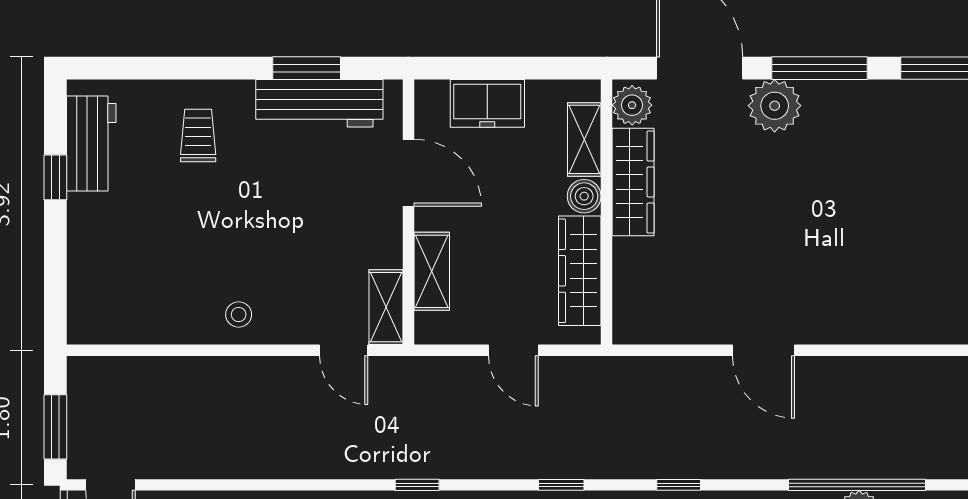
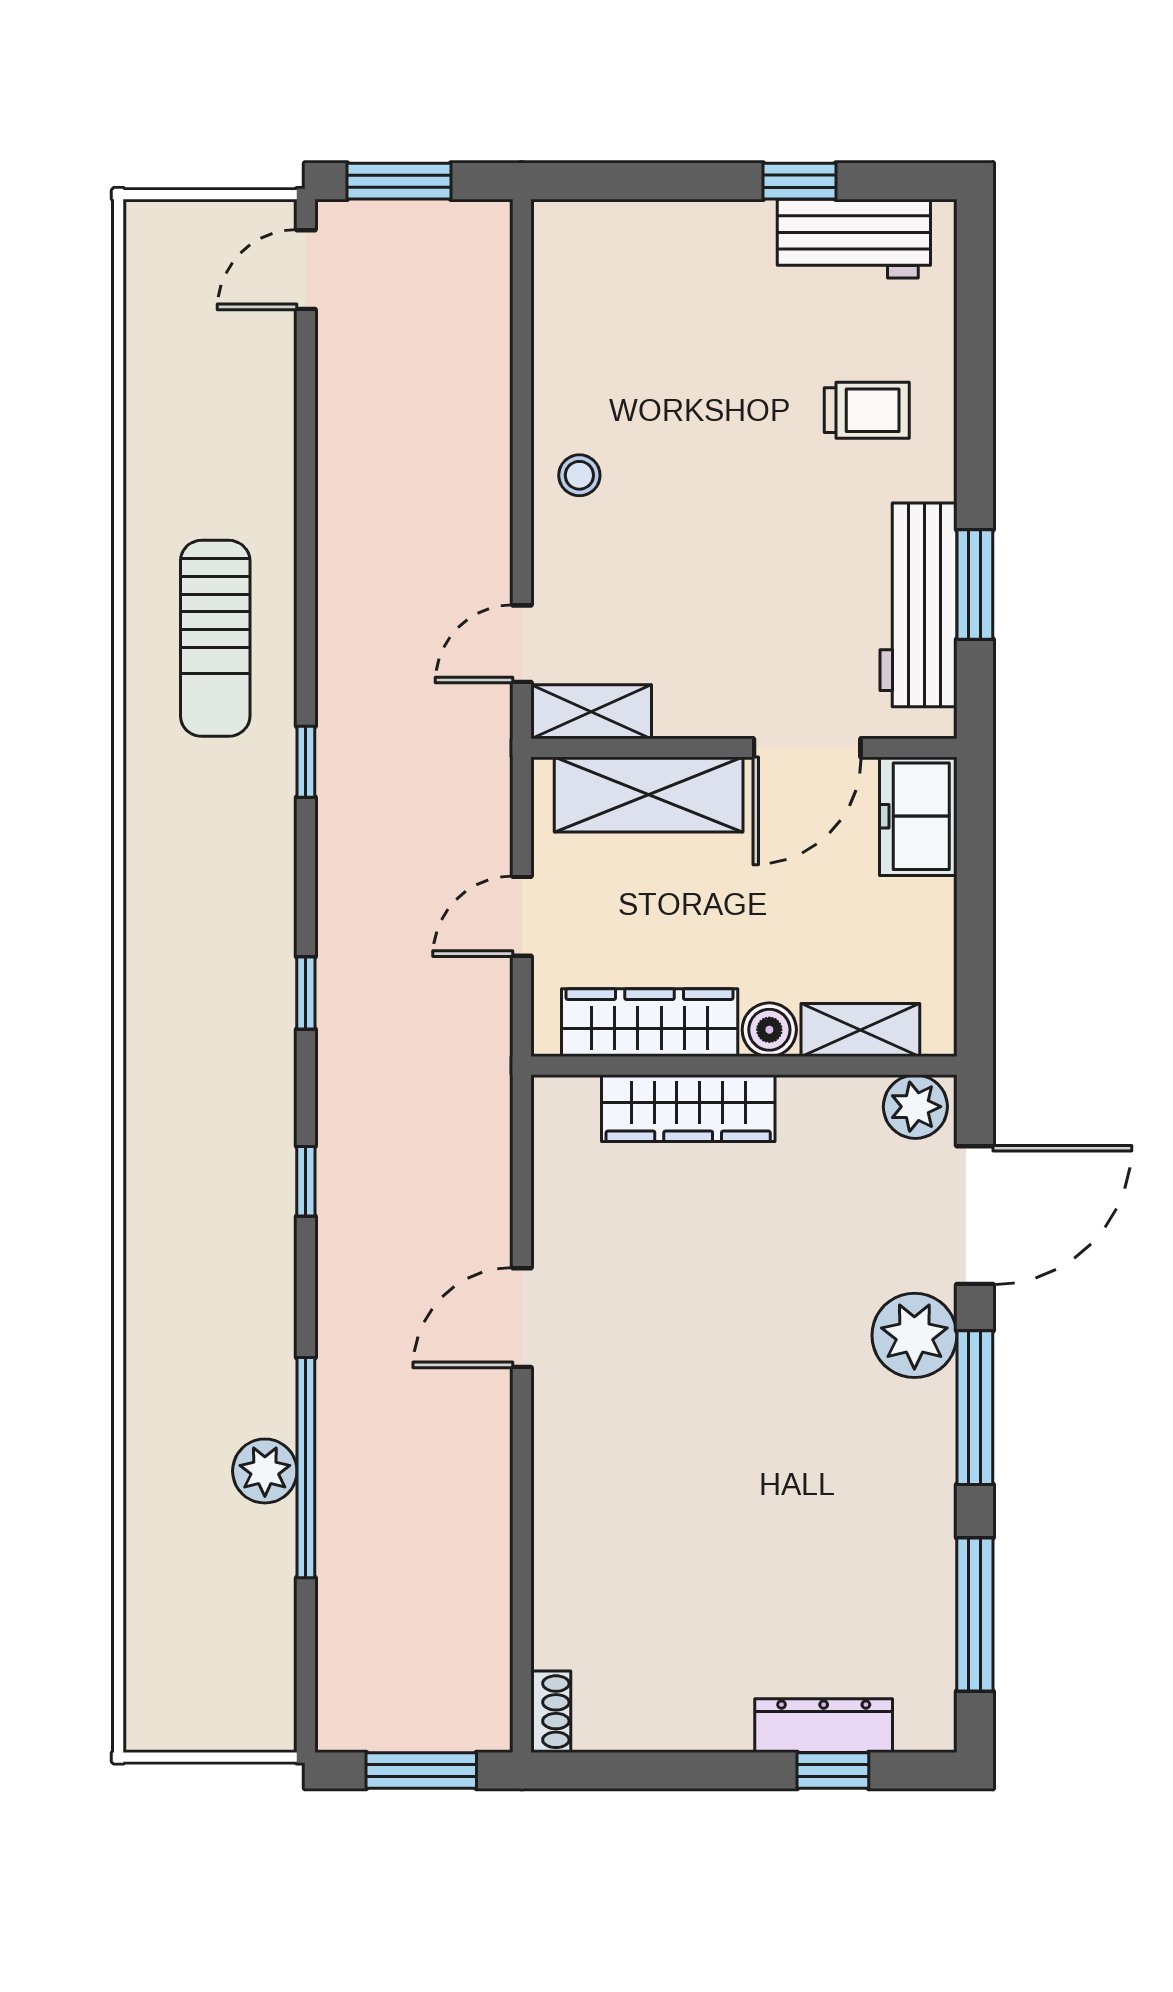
freezer: (487, 103) -> (918, 816), moved
wardrobe: (633, 182) -> (688, 1108), moved
shelving: (432, 271) -> (649, 795), width x1.50, depth x1.33

